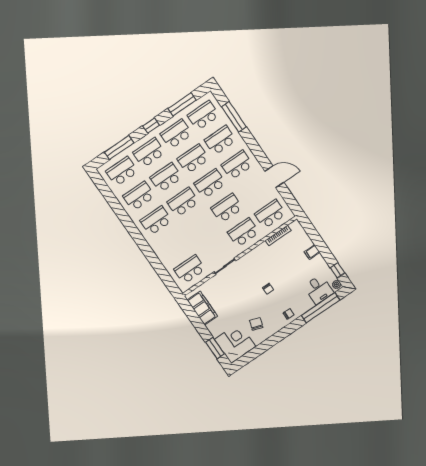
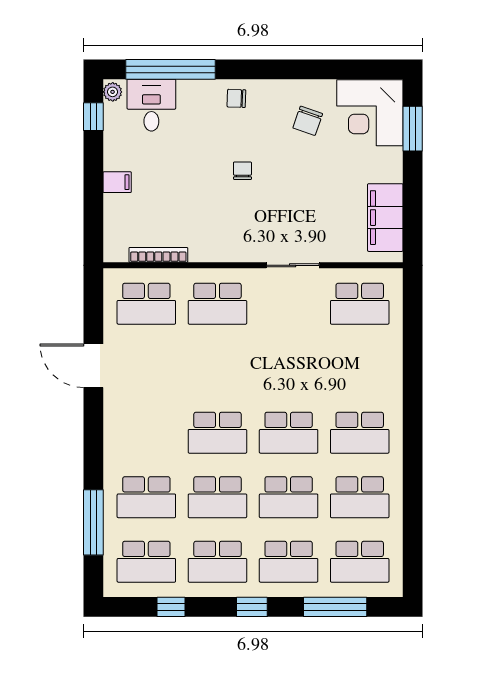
window: (182, 104) -> (171, 607), width x0.46
school desk: (237, 165) -> (146, 433), removed
school desk: (227, 208) -> (217, 368), removed

